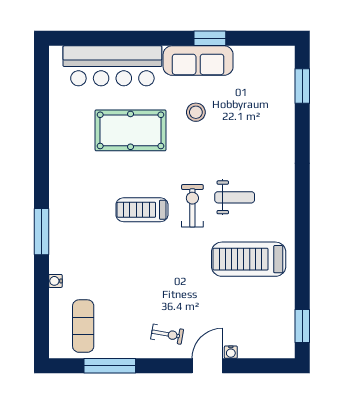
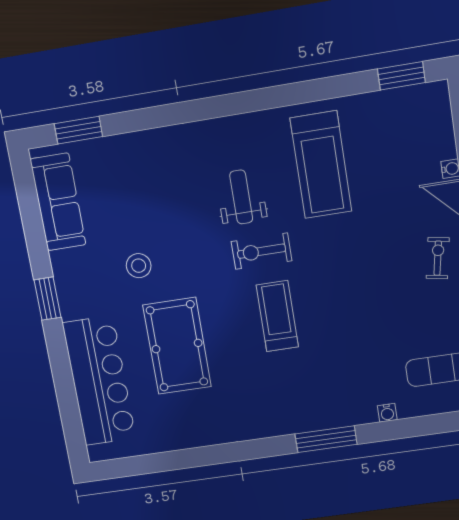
window: (210, 38) -> (48, 299), moved
sofa: (198, 61) -> (58, 202), moved
treadmill: (142, 210) -> (277, 316), turned 180

